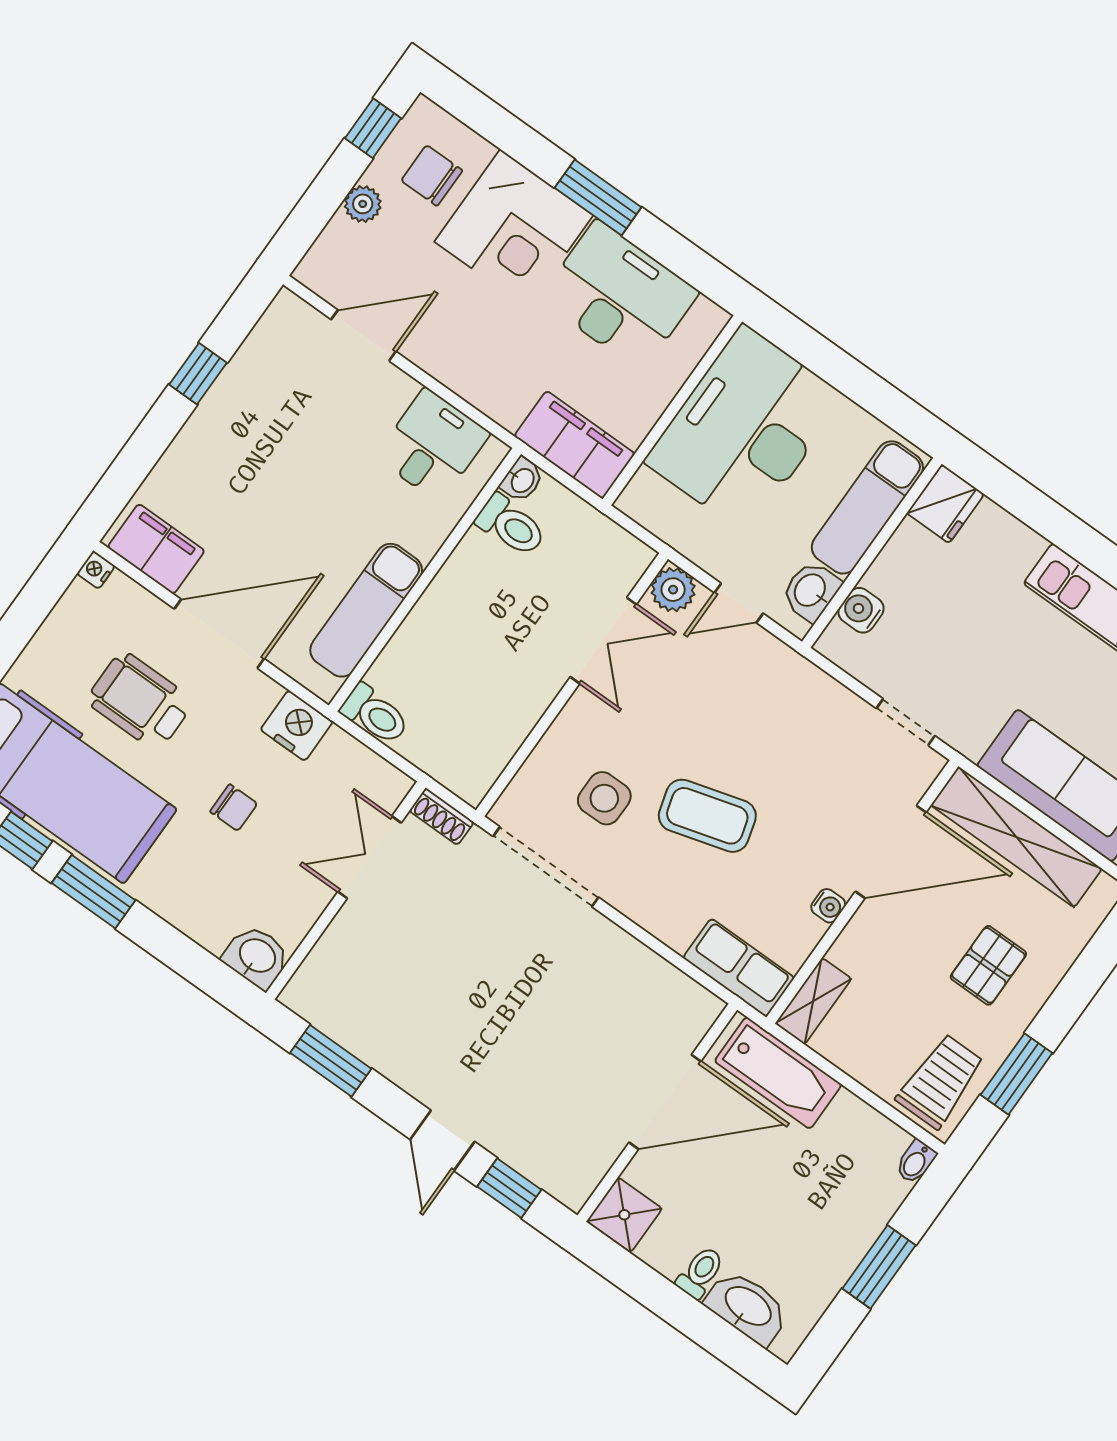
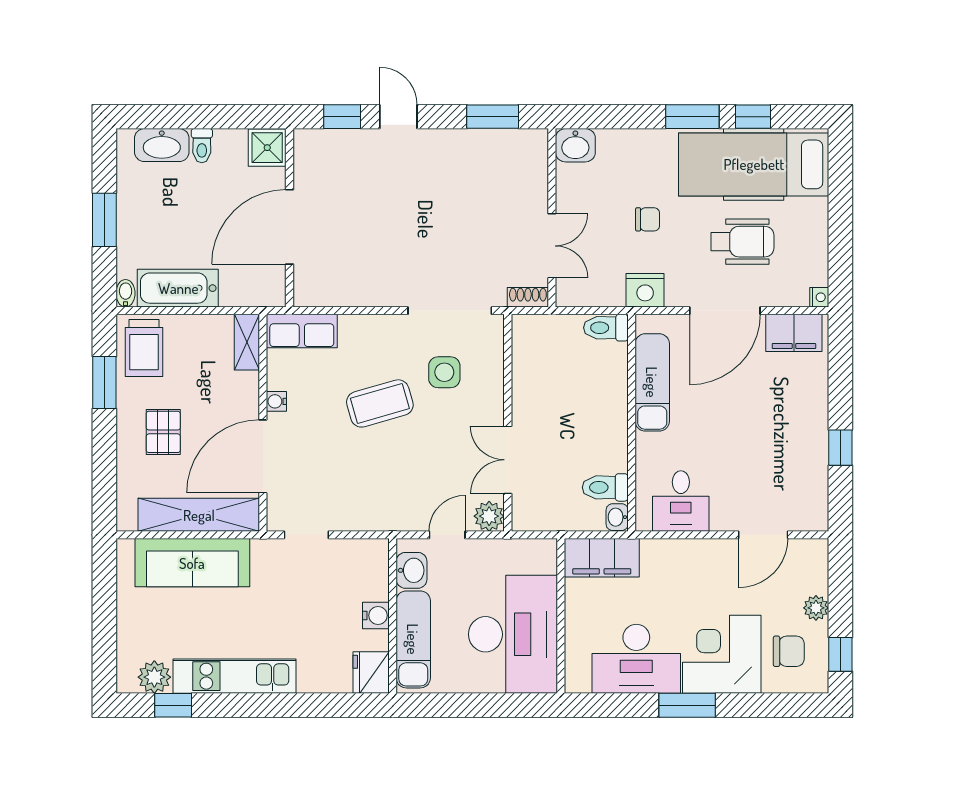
water cooler: (861, 610) -> (376, 615), moved
chair: (234, 808) -> (648, 219), turned 180
bathtub: (778, 1073) -> (178, 288), moved

